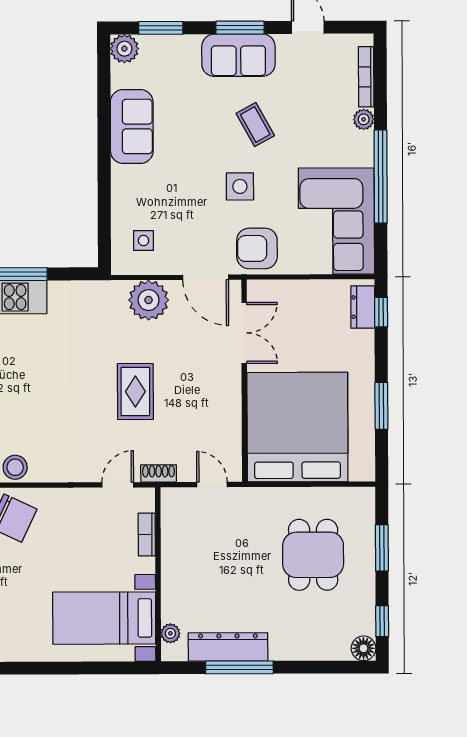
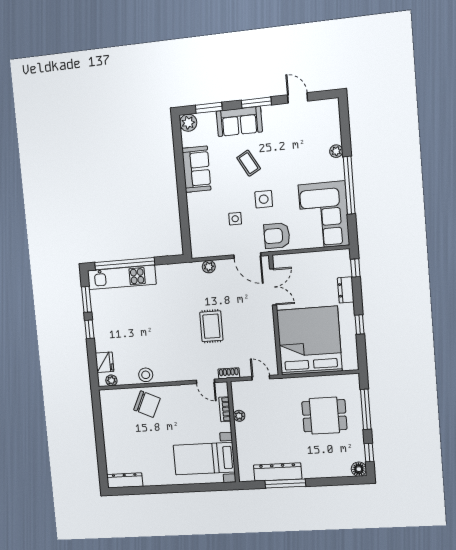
sofa: (238, 55) -> (239, 121), moved
bookcase: (366, 77) -> (336, 125), removed
coffee table: (255, 125) -> (249, 163), moved
side table: (143, 241) -> (235, 219), moved
plant: (149, 300) -> (209, 267), width x0.53, depth x0.53
dresser: (363, 307) -> (346, 290), moved
window: (381, 406) -> (359, 325), width x0.67
door: (118, 485) -> (206, 381), swing flipped
window: (382, 548) -> (366, 409), width x1.44
dining table: (313, 555) -> (324, 416), turned 90
plant: (170, 633) -> (239, 416), moved

